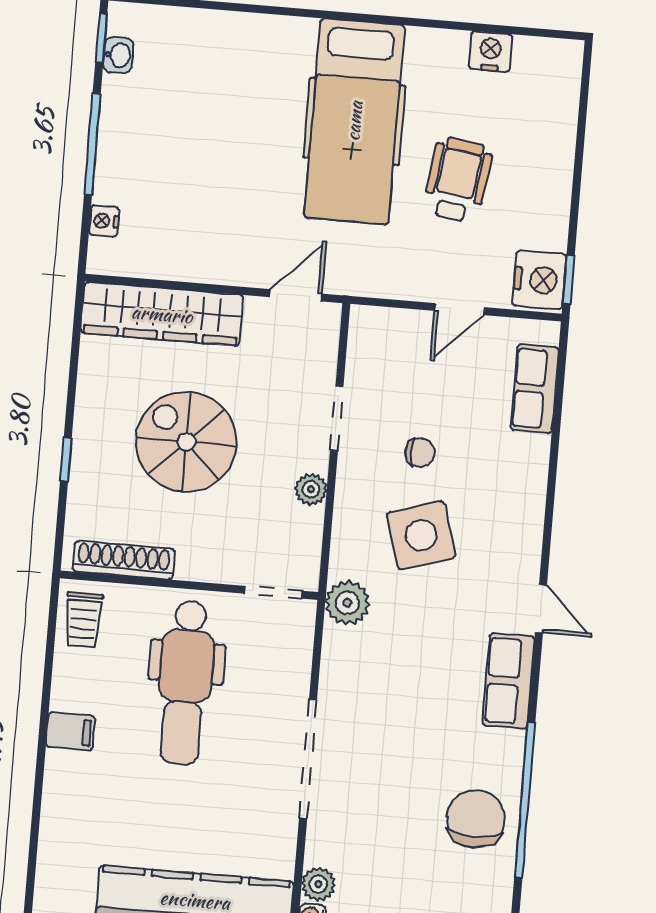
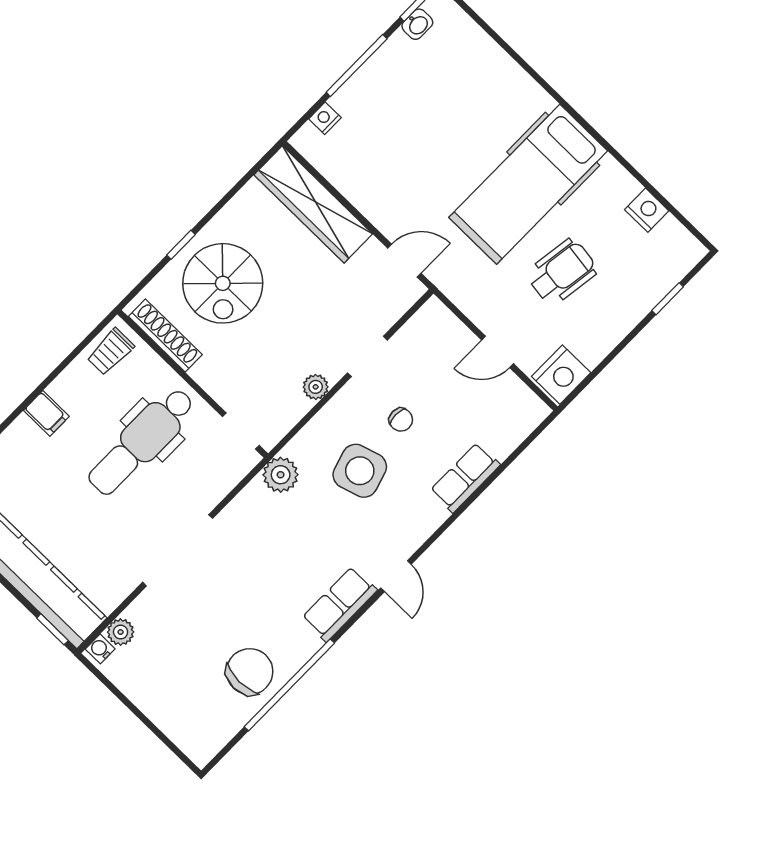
window: (569, 280) -> (668, 299), moved
row of seats: (535, 389) -> (465, 478), moved
spiral stairs: (186, 442) -> (223, 283), moved, turned 180

